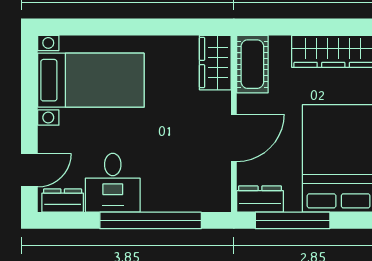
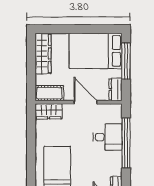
desk: (113, 183) -> (108, 137), moved
window: (293, 220) -> (126, 61), moved

